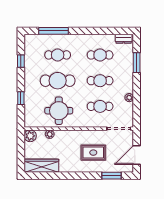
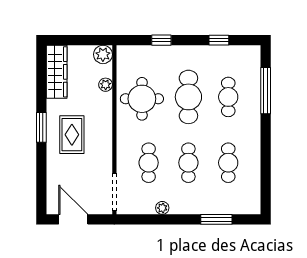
dresser: (124, 39) -> (253, 199), removed
rug: (93, 153) -> (72, 135), moved
window: (112, 176) -> (41, 127), moved

